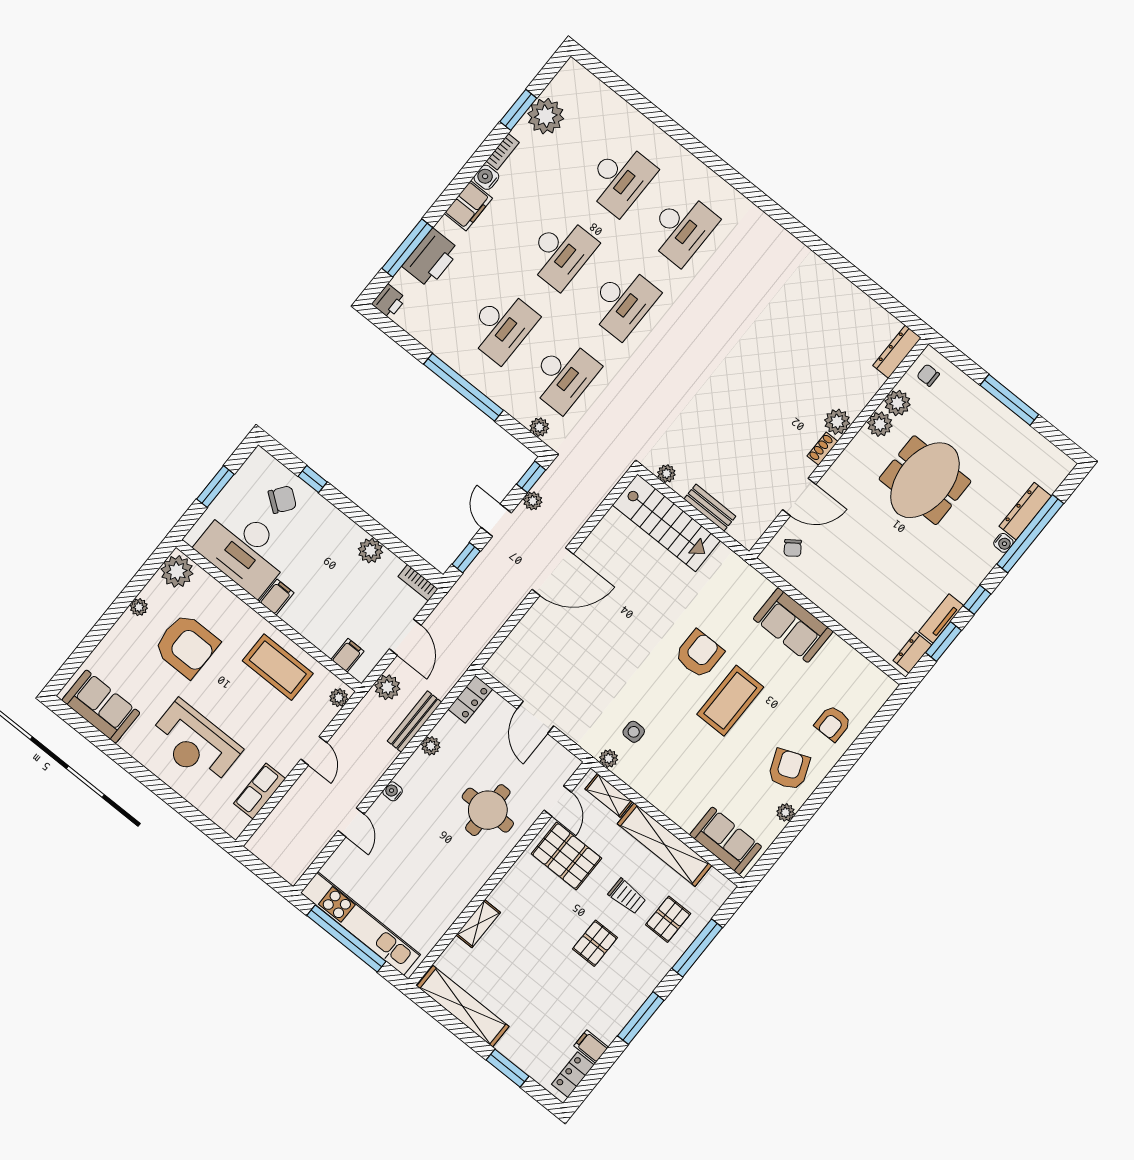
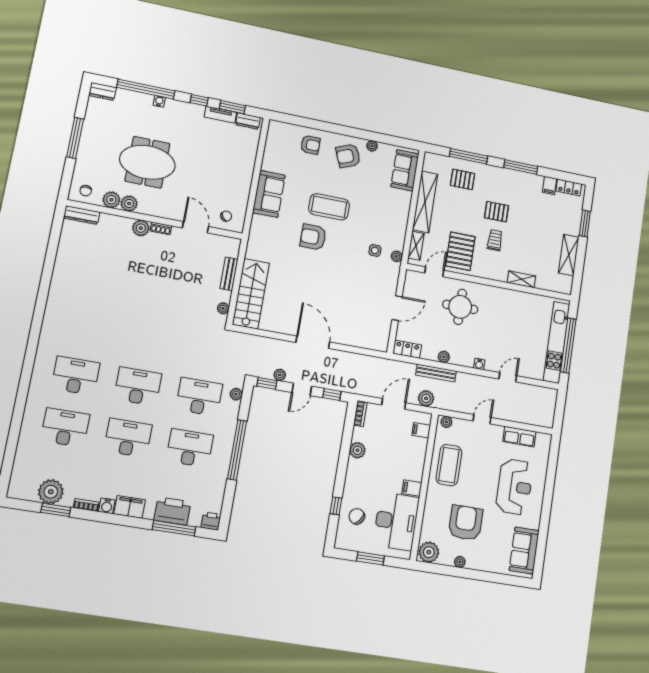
dresser: (1025, 511) -> (102, 91), moved, width x0.70
trolley: (627, 896) -> (495, 240), moved
shelving: (463, 1006) -> (569, 255), width x0.68

